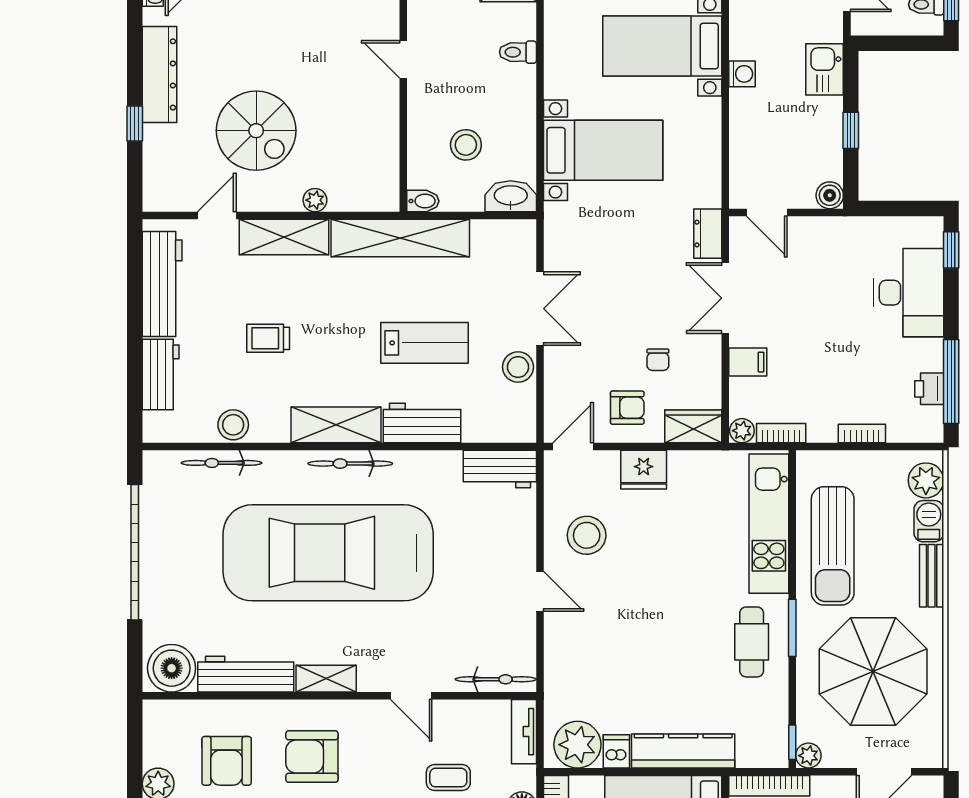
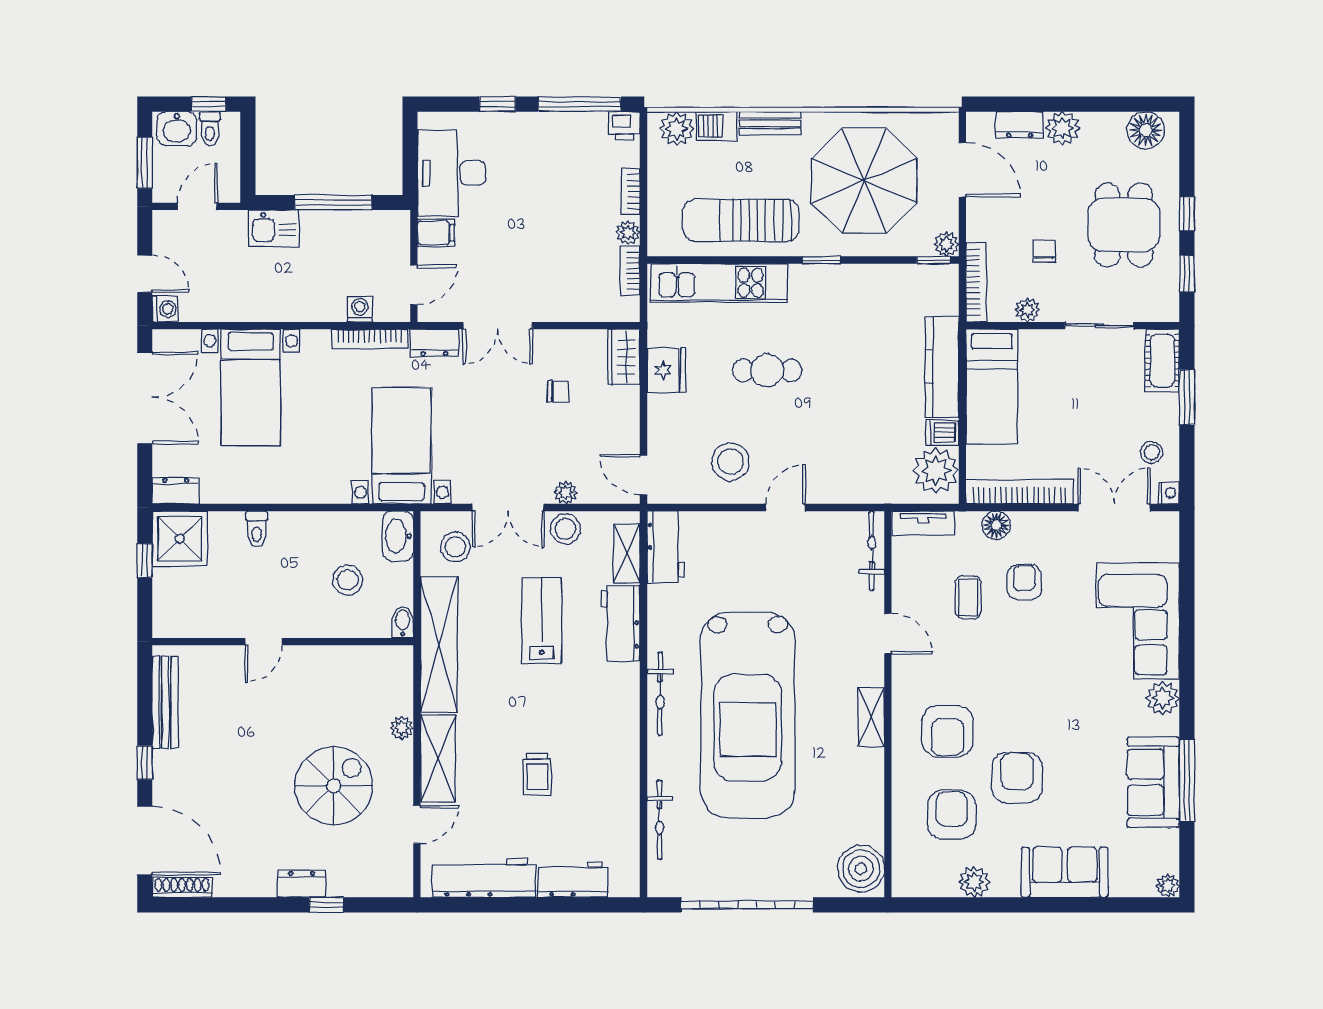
dresser: (160, 74) -> (302, 884), width x0.51, depth x0.80
washing machine: (742, 74) -> (360, 309), moved
window: (851, 130) -> (333, 202), width x2.17
bed with nightstands: (603, 150) -> (401, 445), moved
bookcase: (712, 167) -> (370, 339), added
boiler: (830, 195) -> (397, 223), removed
door: (217, 216) -> (417, 824), swing flipped
window: (951, 250) -> (498, 104), moved
desk: (909, 293) -> (452, 173), moved, turned -90
double door: (540, 309) -> (508, 507), swing flipped
filing cabinet: (748, 362) -> (436, 233), moved, turned 90
plant: (555, 367) -> (566, 493), added
printer: (929, 389) -> (624, 126), moved
armchair: (627, 408) -> (605, 422), removed
stool: (233, 425) -> (455, 547), moved
shelving: (336, 425) -> (627, 554), moved, width x0.67, depth x0.75
plant: (742, 431) -> (628, 232), moved
fridge: (644, 470) -> (666, 370), moved
sun lounger: (833, 546) -> (741, 220), turned 180
window: (792, 628) -> (821, 260), width x0.67
cafe table: (752, 642) -> (767, 370), moved
workbench: (246, 674) -> (867, 796), removed
door: (411, 696) -> (888, 634), hinge flipped
armchair: (227, 761) -> (952, 815), turned -90

